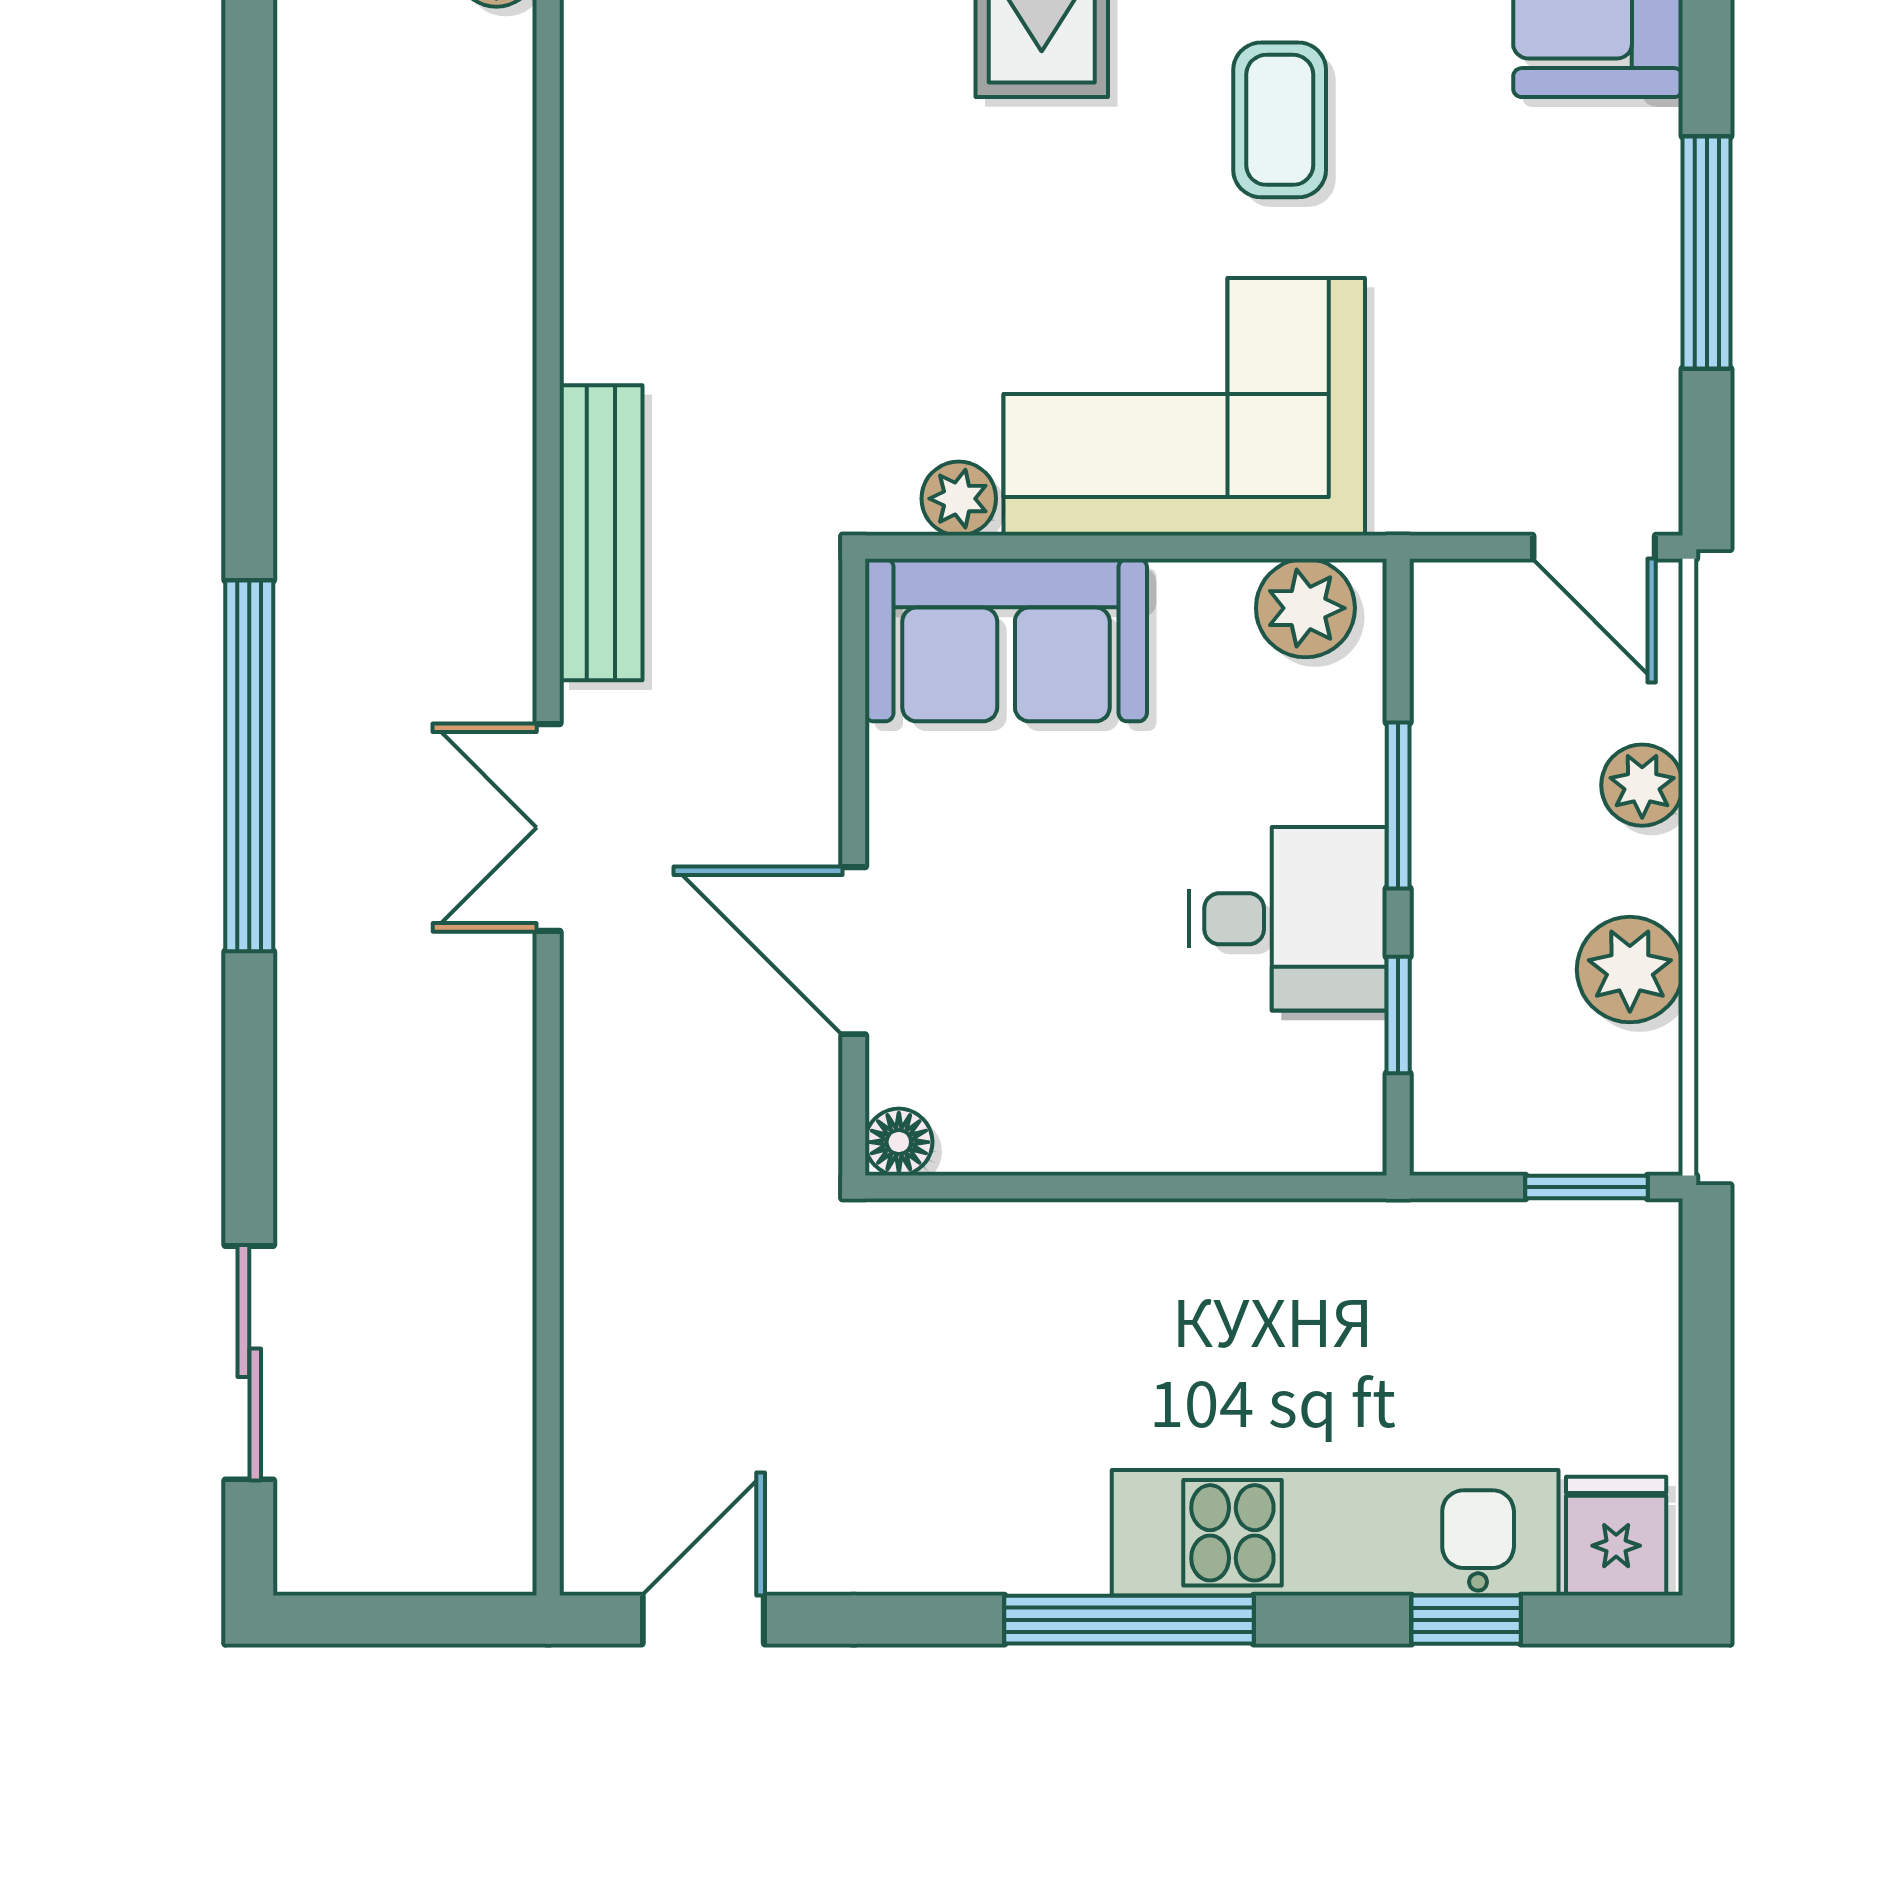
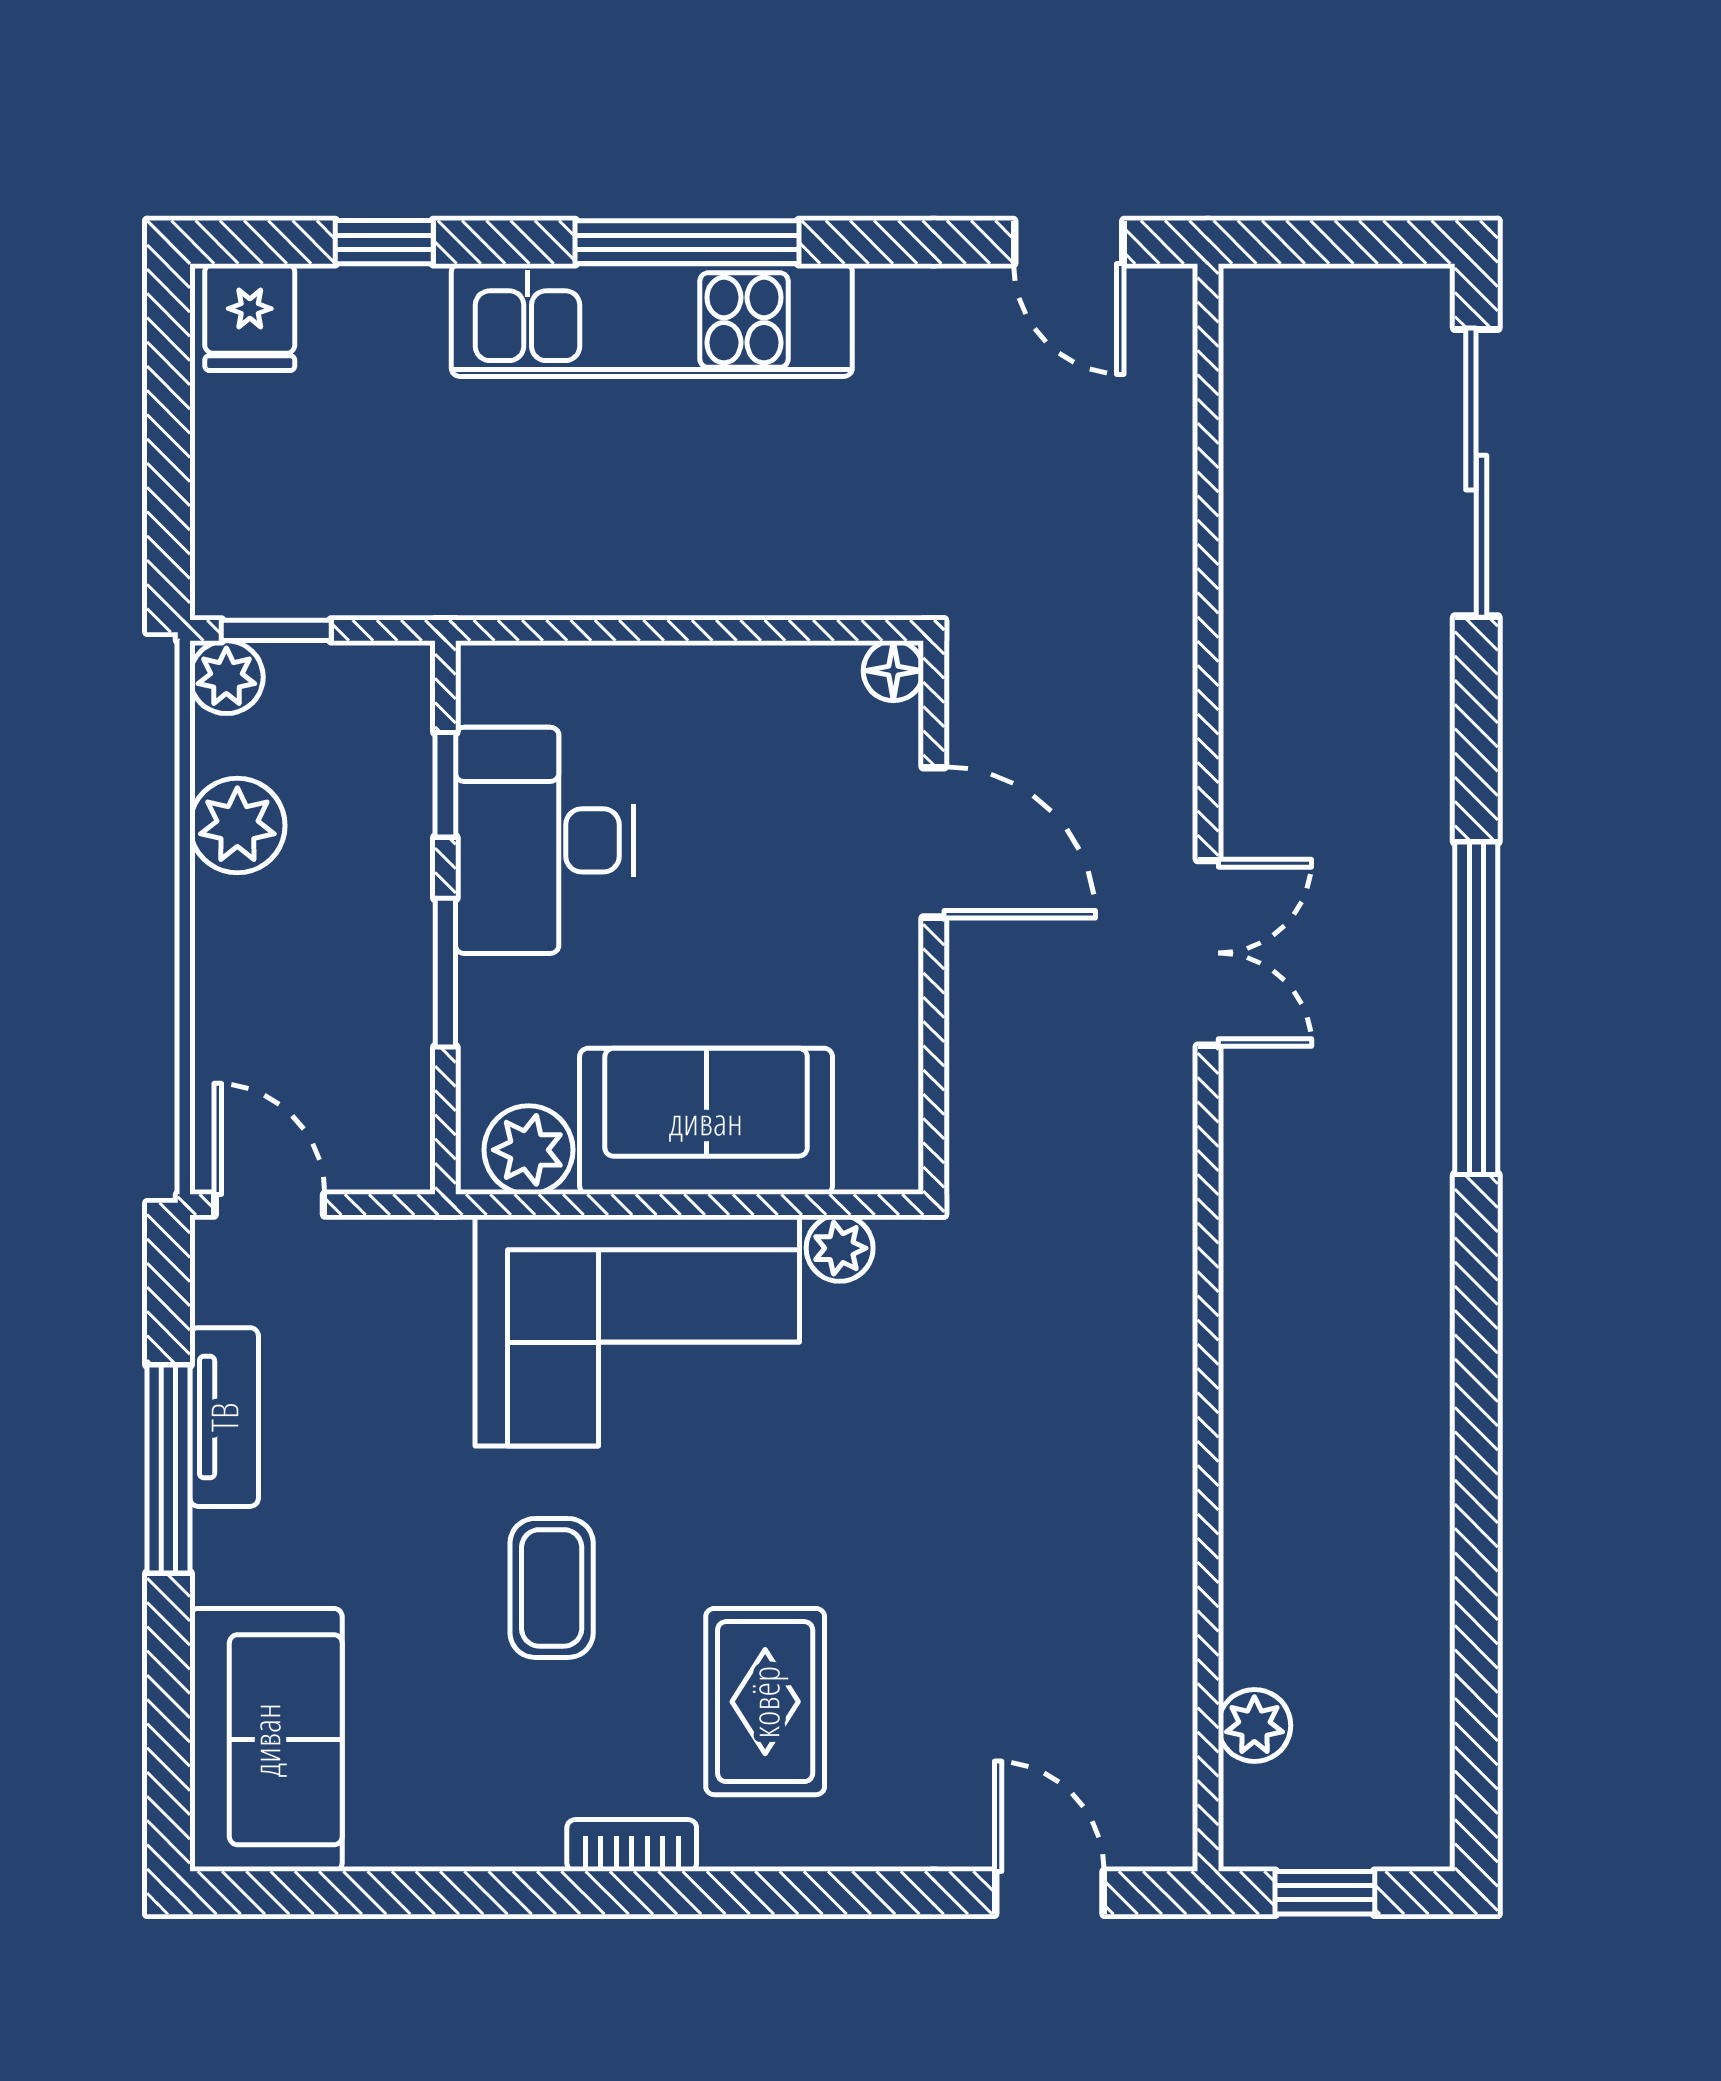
tv unit: (1645, 310) -> (224, 1417), added
bench: (601, 533) -> (1161, 1218), removed
sofa: (1006, 640) -> (706, 1121), moved
plant: (1642, 785) -> (226, 677), moved
desk: (1288, 919) -> (544, 840), width x1.37
sliding door: (249, 1363) -> (1476, 473), width x1.37
kitchen unit: (1335, 1533) -> (652, 320), moved
door: (703, 1620) -> (1069, 242), hinge flipped

